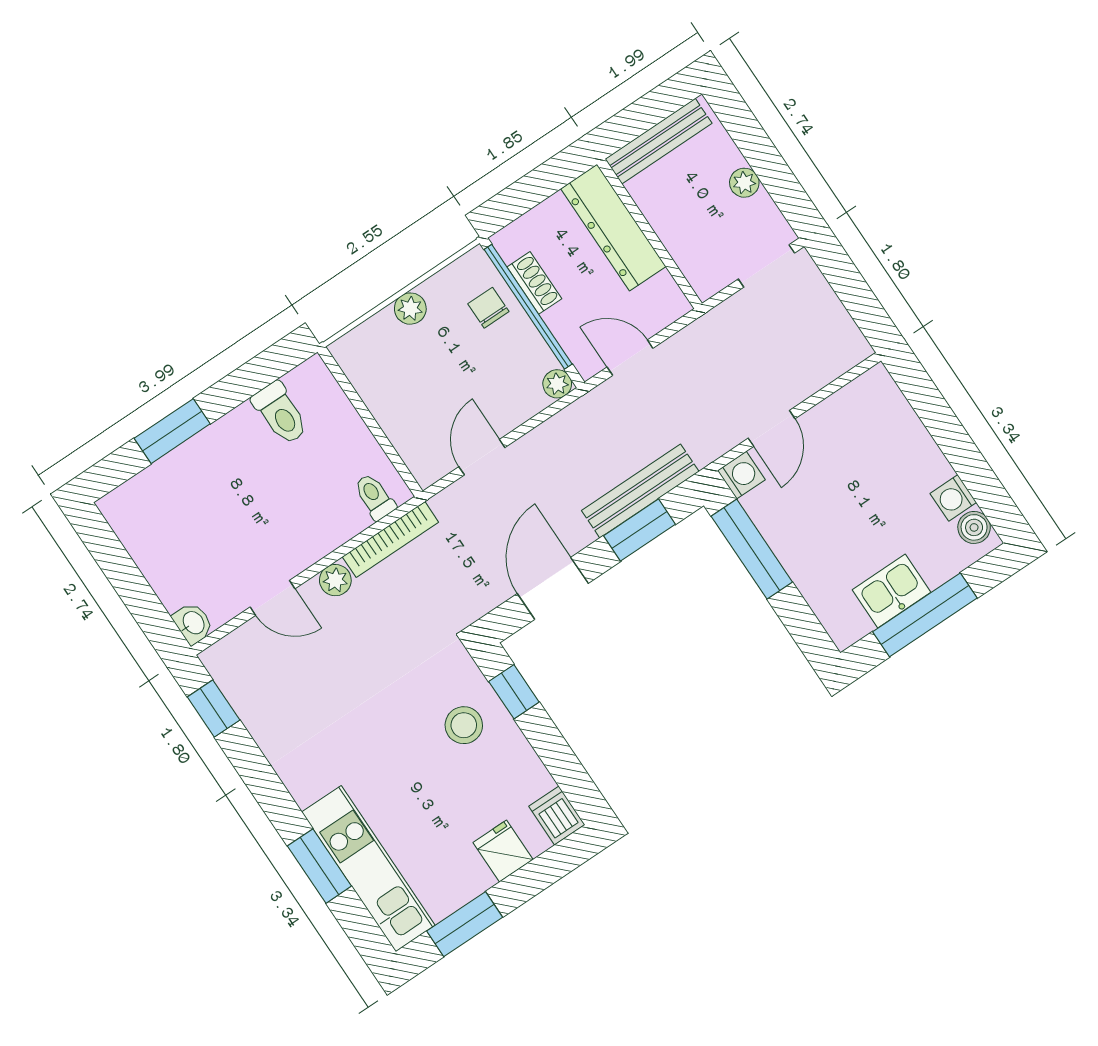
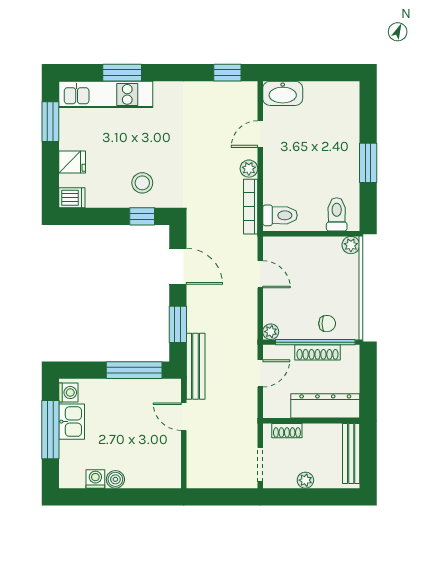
shoe rack: (689, 260) -> (287, 431), added
shoe rack: (534, 283) -> (318, 352), width x1.43
plant: (410, 309) -> (351, 245), moved
toilet: (280, 413) -> (337, 214), moved, turned 90
window: (172, 431) -> (368, 163), moved
washing machine: (741, 475) -> (68, 393), moved, turned -90
bench: (640, 491) -> (196, 366), moved
toilet: (375, 497) -> (280, 215), width x1.37, depth x1.39
boiler: (974, 527) -> (115, 479), moved
washbasin: (193, 623) -> (283, 93), width x1.91, depth x1.45

